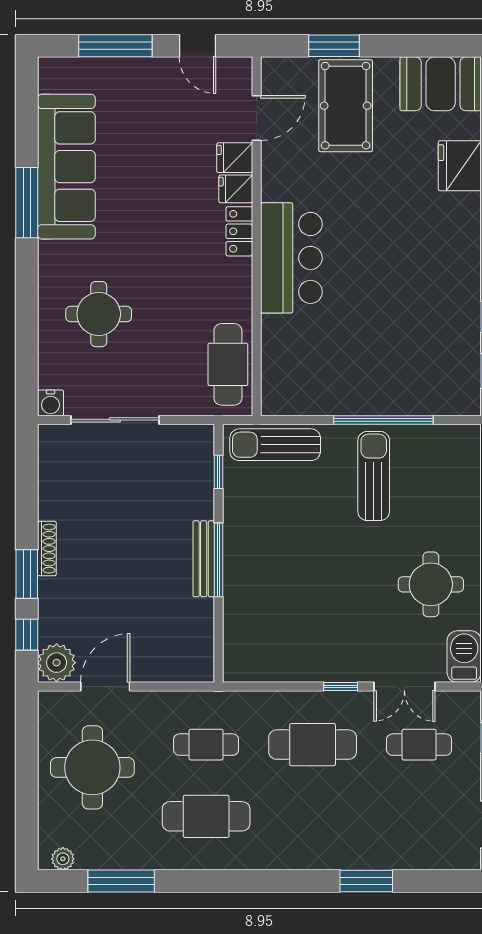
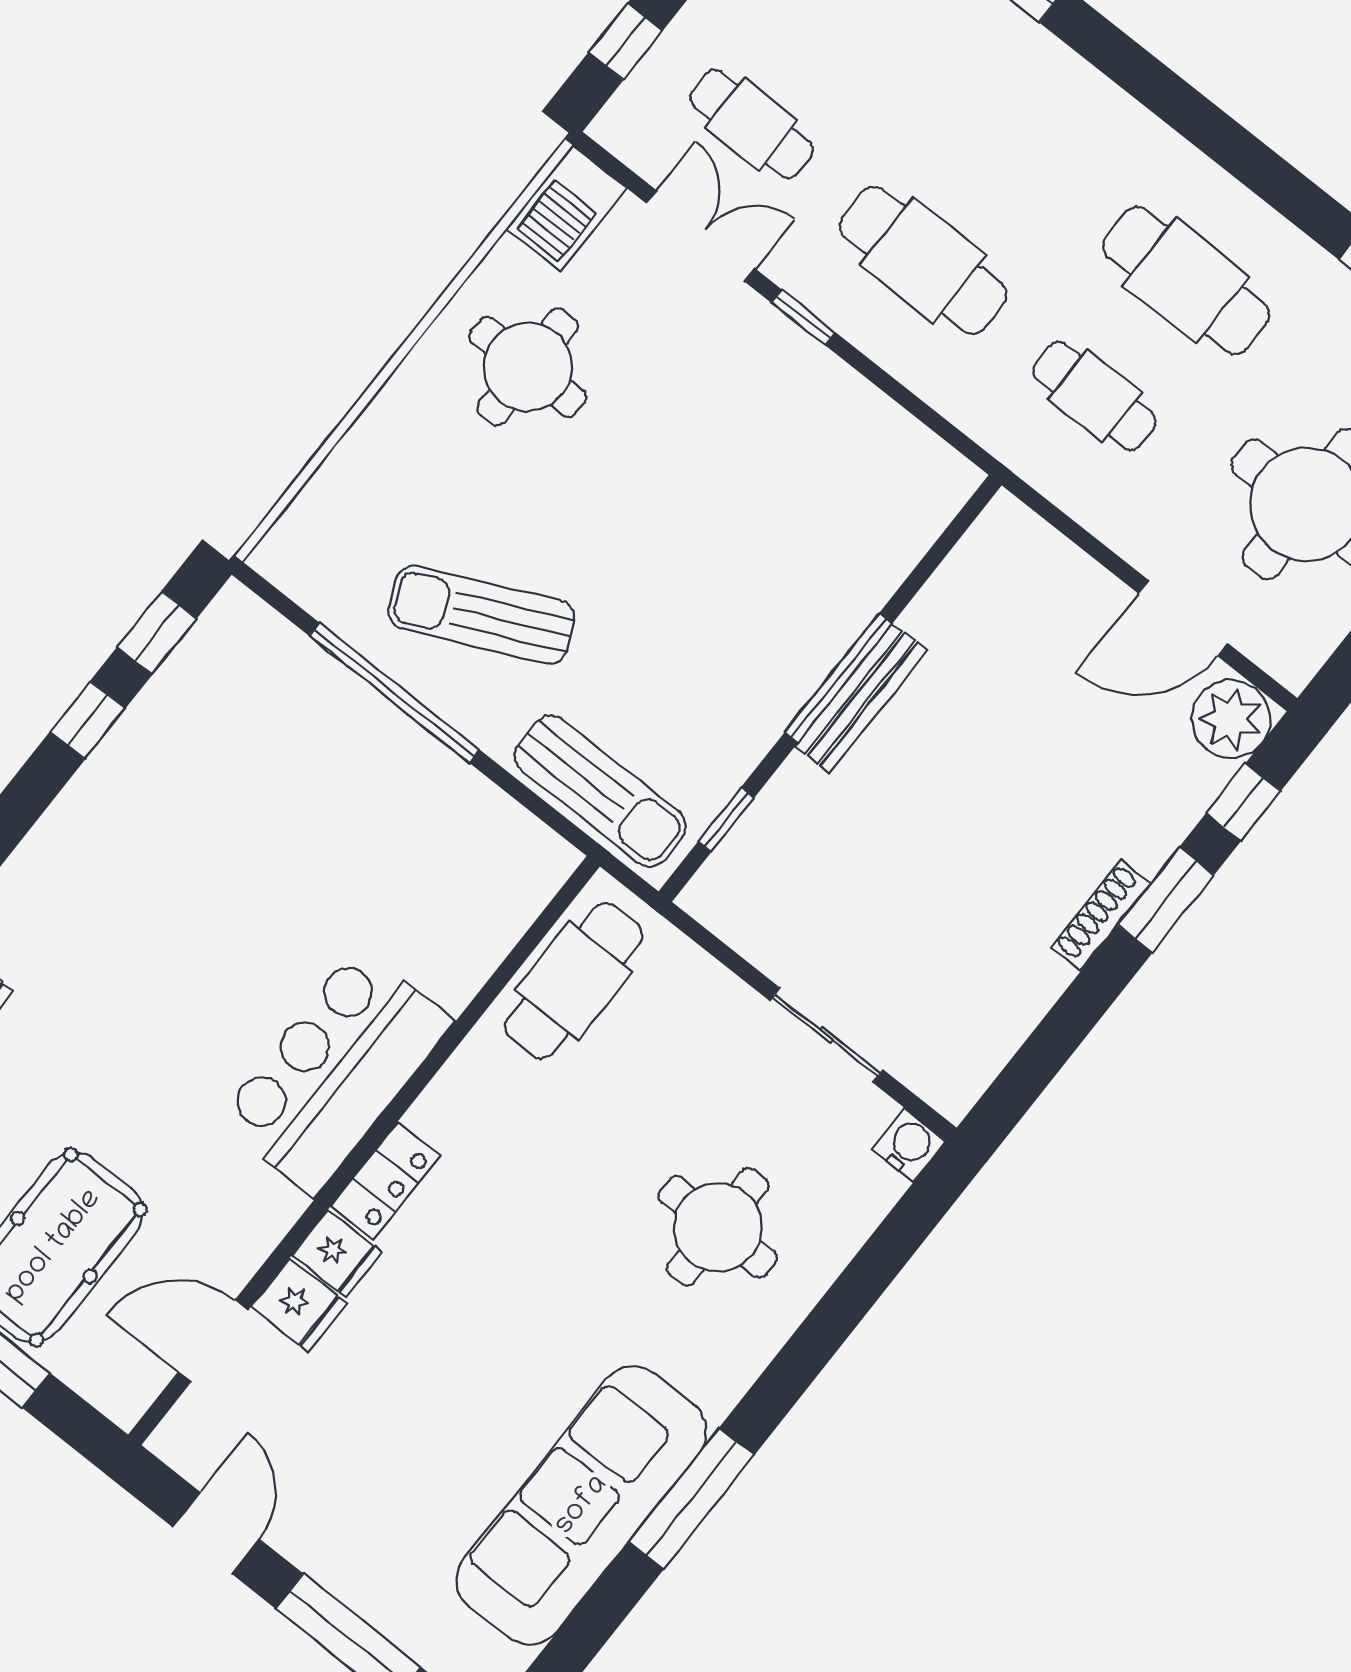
sliding door: (115, 420) -> (827, 1035), width x0.73
sun lounger: (374, 476) -> (482, 615), turned 65

